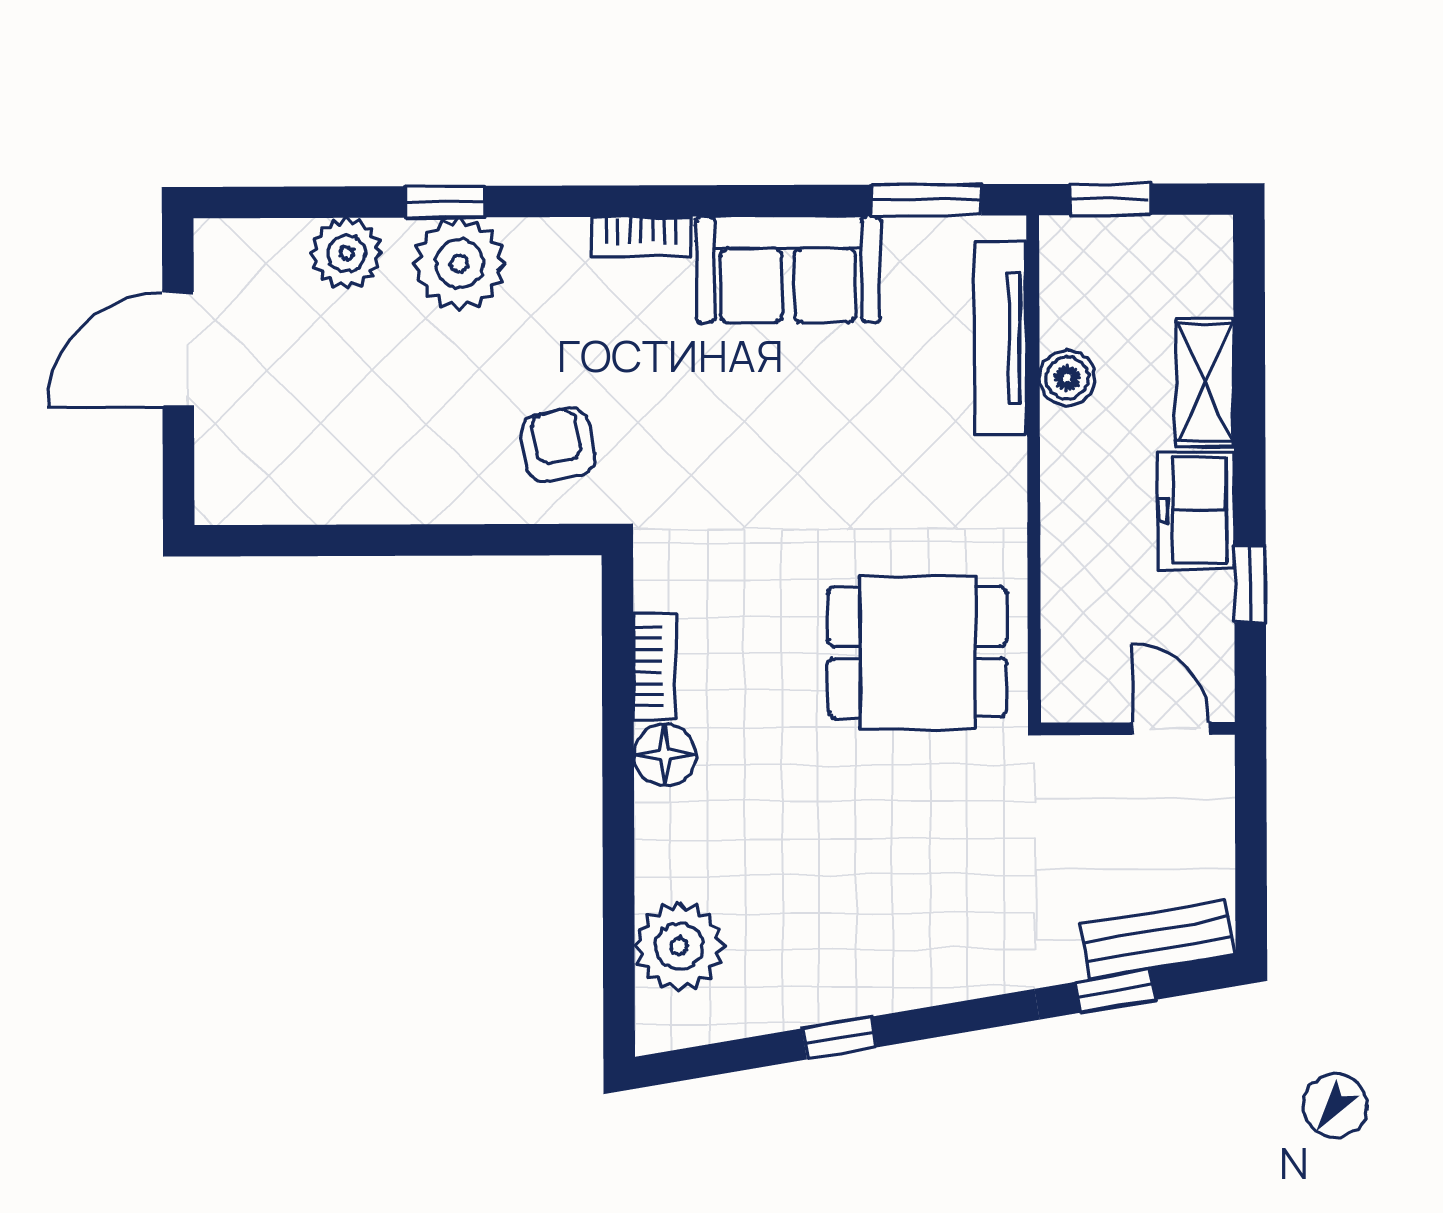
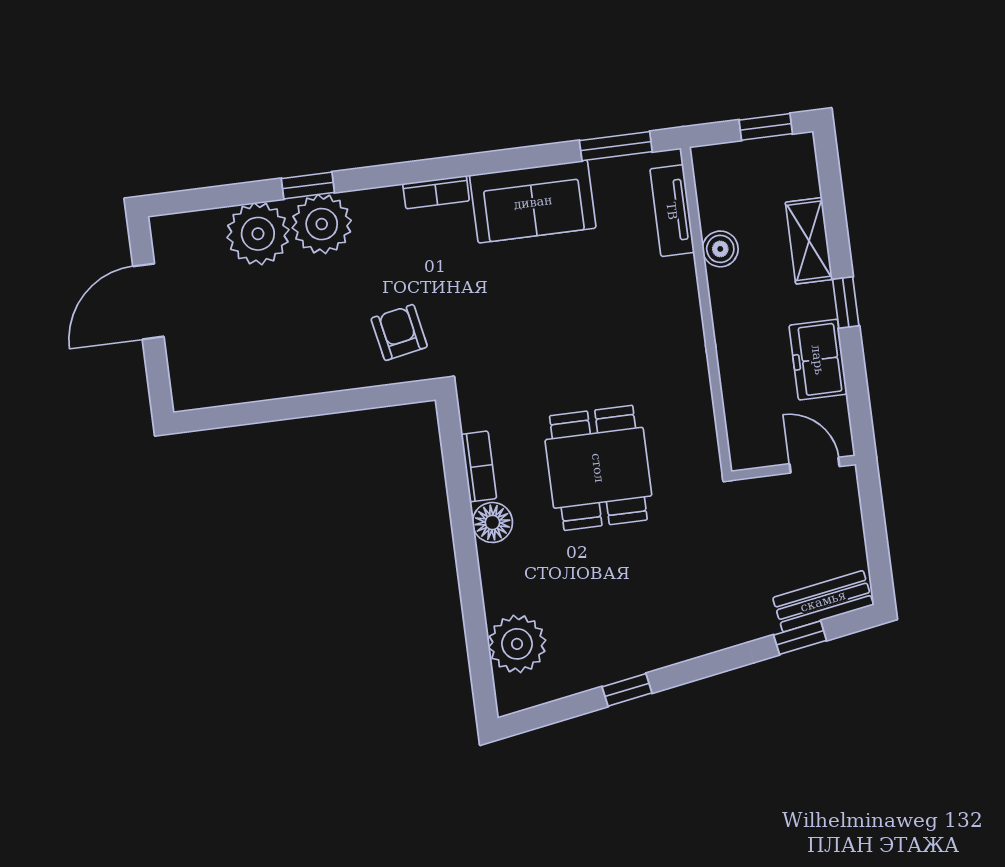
window: (1110, 199) -> (766, 127), moved
plant: (347, 253) -> (258, 234), width x1.36, depth x1.36
tv unit: (1001, 338) -> (672, 211), width x0.71
freezer: (1196, 510) -> (818, 360), moved
window: (1250, 584) -> (846, 303), moved
dining table: (917, 652) -> (598, 468), moved, turned 90

